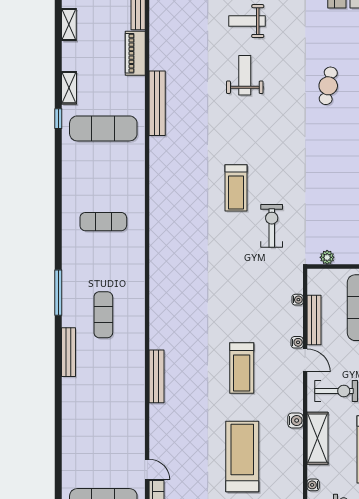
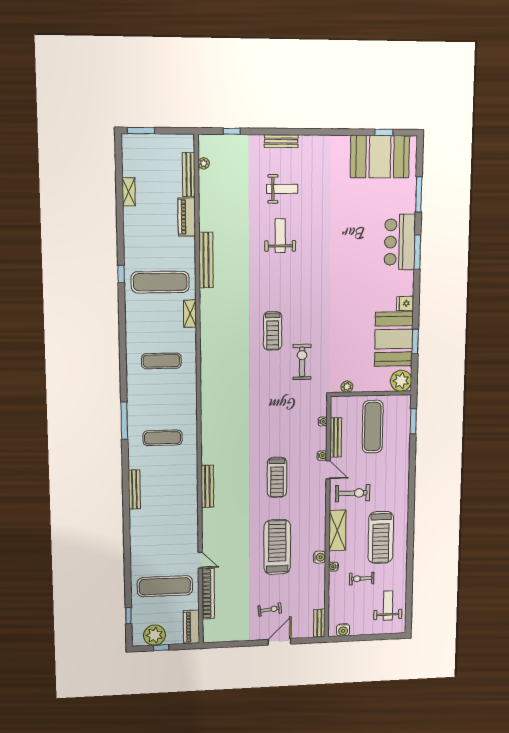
weight bench: (247, 21) -> (282, 189), turned 180
cafe table: (328, 86) -> (350, 244), removed
shelving: (69, 88) -> (190, 314), moved
exercise mat: (103, 315) -> (163, 438), turned 90
bench: (68, 352) -> (134, 490), moved
water cooler: (295, 420) -> (320, 557), moved

